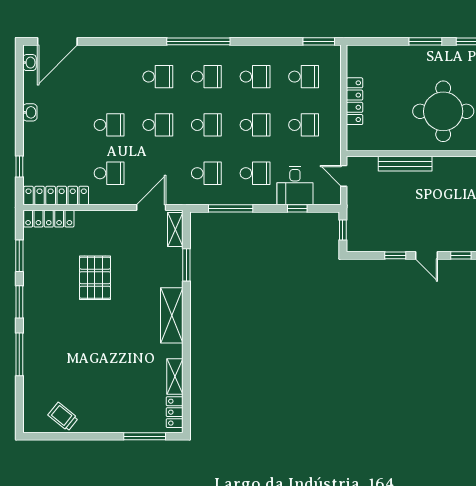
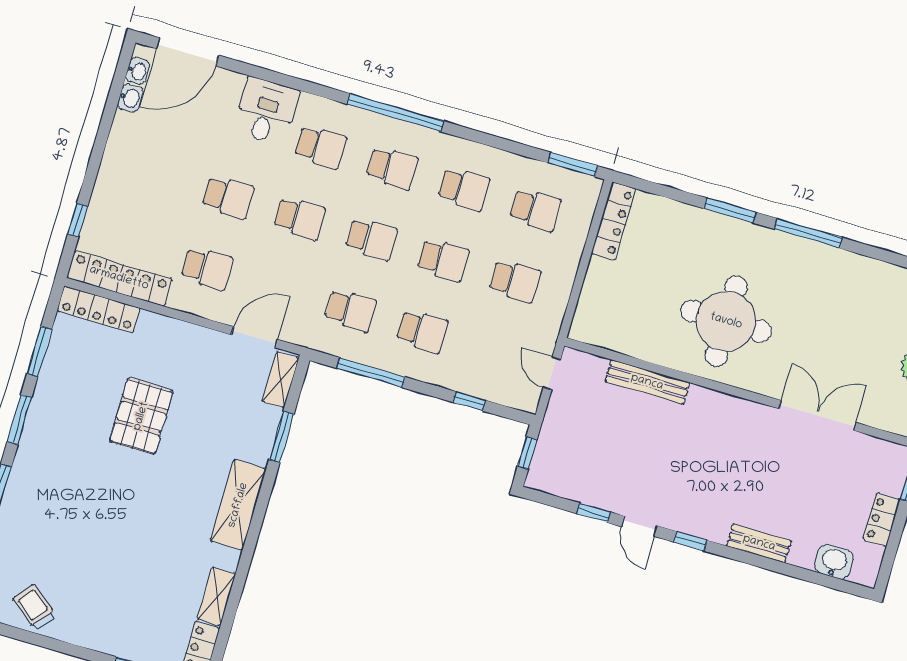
locker: (355, 101) -> (614, 221), moved
washbasin: (30, 112) -> (130, 98), moved
desk: (295, 186) -> (266, 111), moved, turned 180

